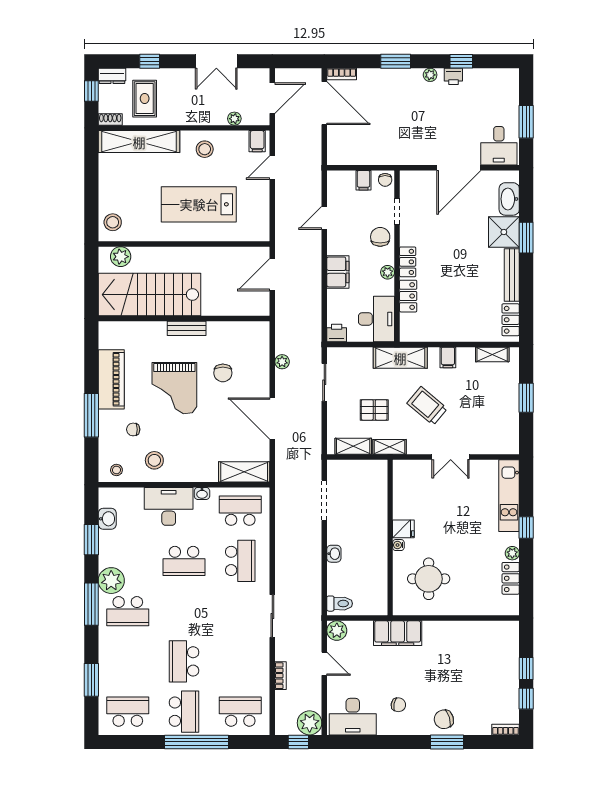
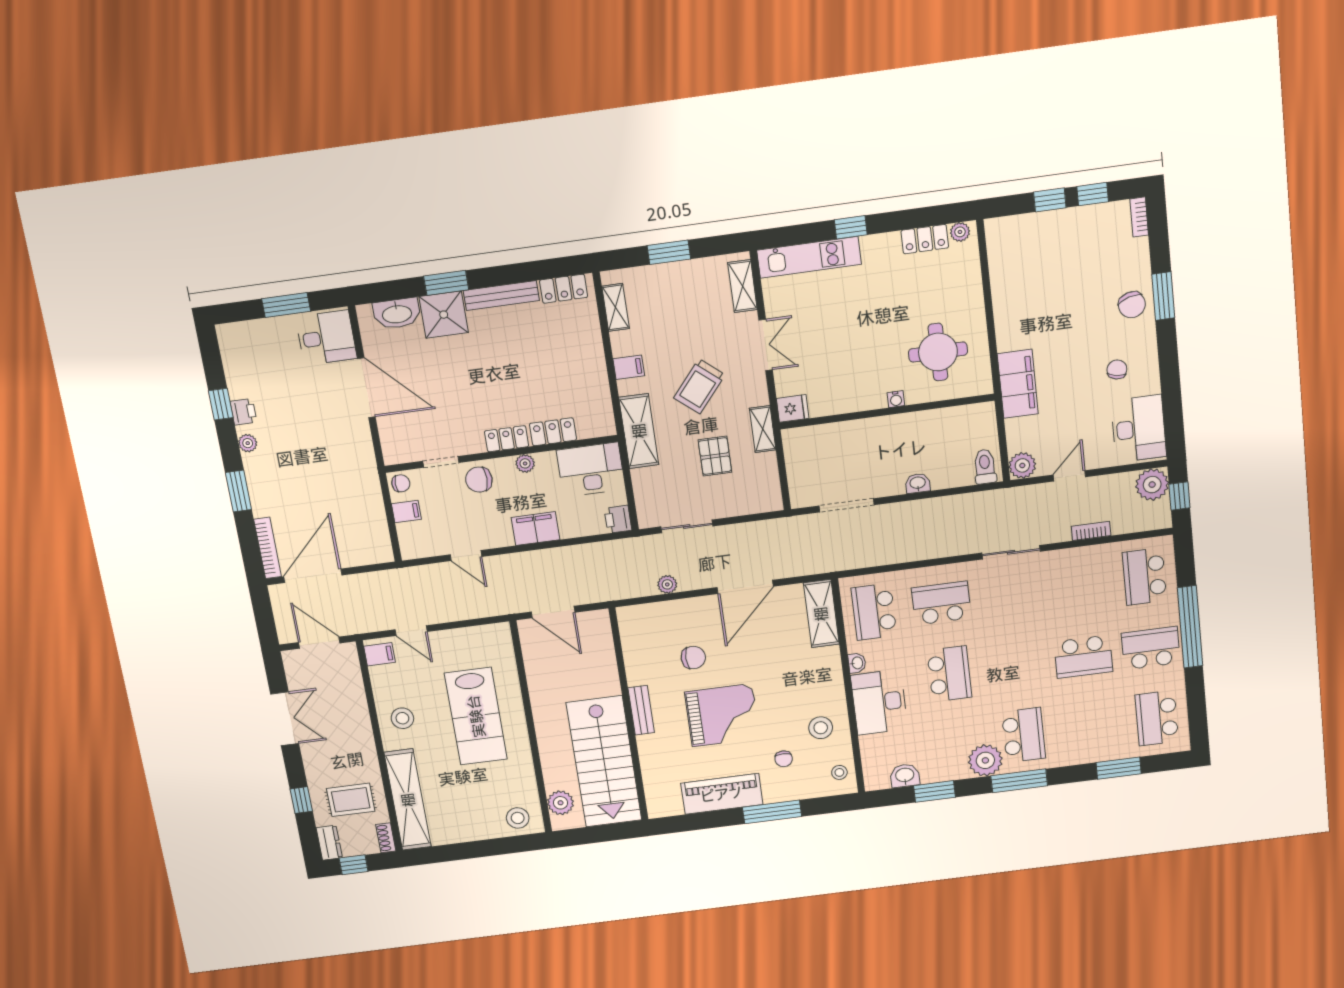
bookcase: (342, 74) -> (268, 548), width x1.56
plant: (234, 119) -> (355, 687), removed
shelving: (353, 446) -> (743, 286), moved
fridge: (403, 529) -> (793, 408), moved, turned 90
plant: (512, 553) -> (960, 232), moved

